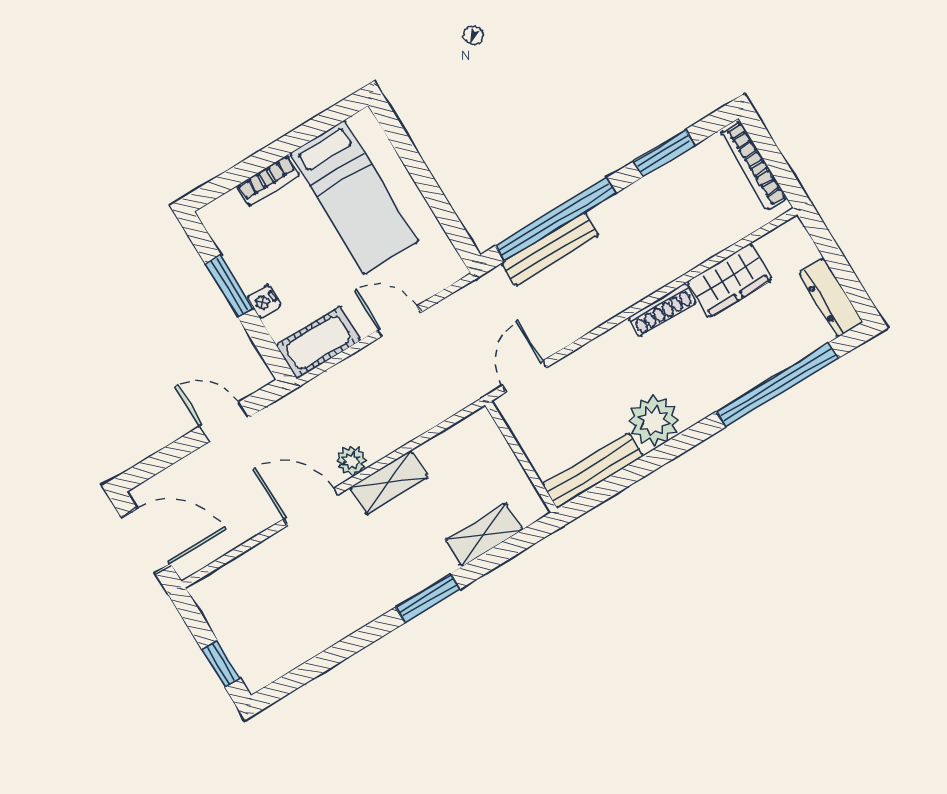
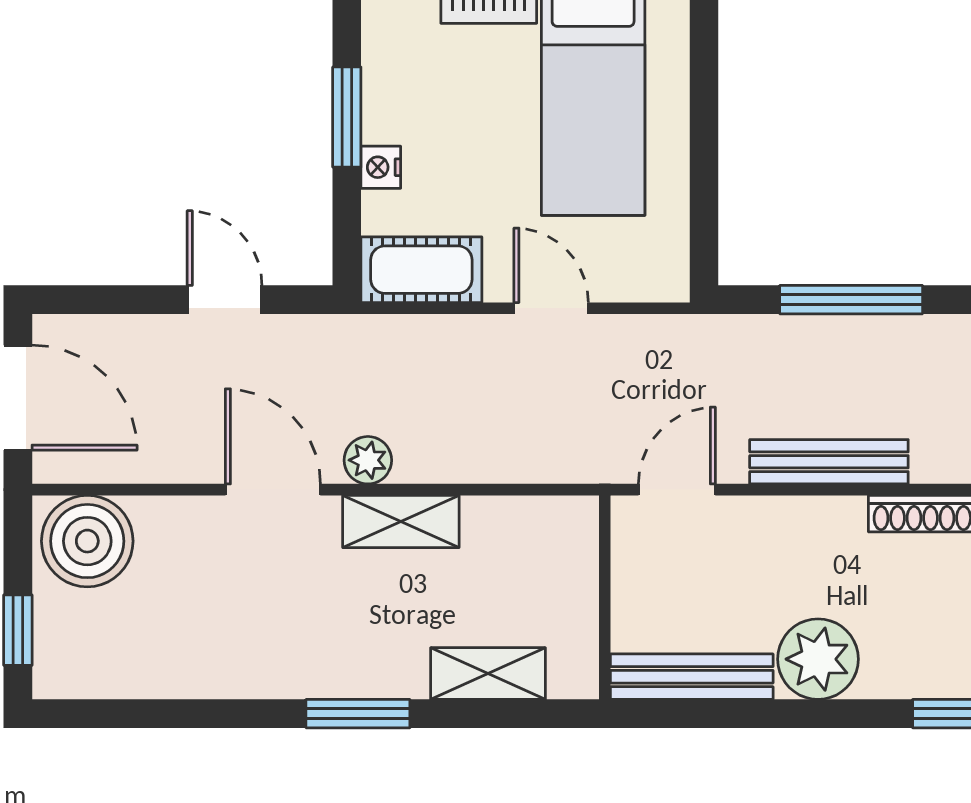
window: (555, 220) -> (851, 300), width x0.68
bench: (550, 249) -> (829, 462), moved
boiler: (229, 594) -> (87, 541), added

